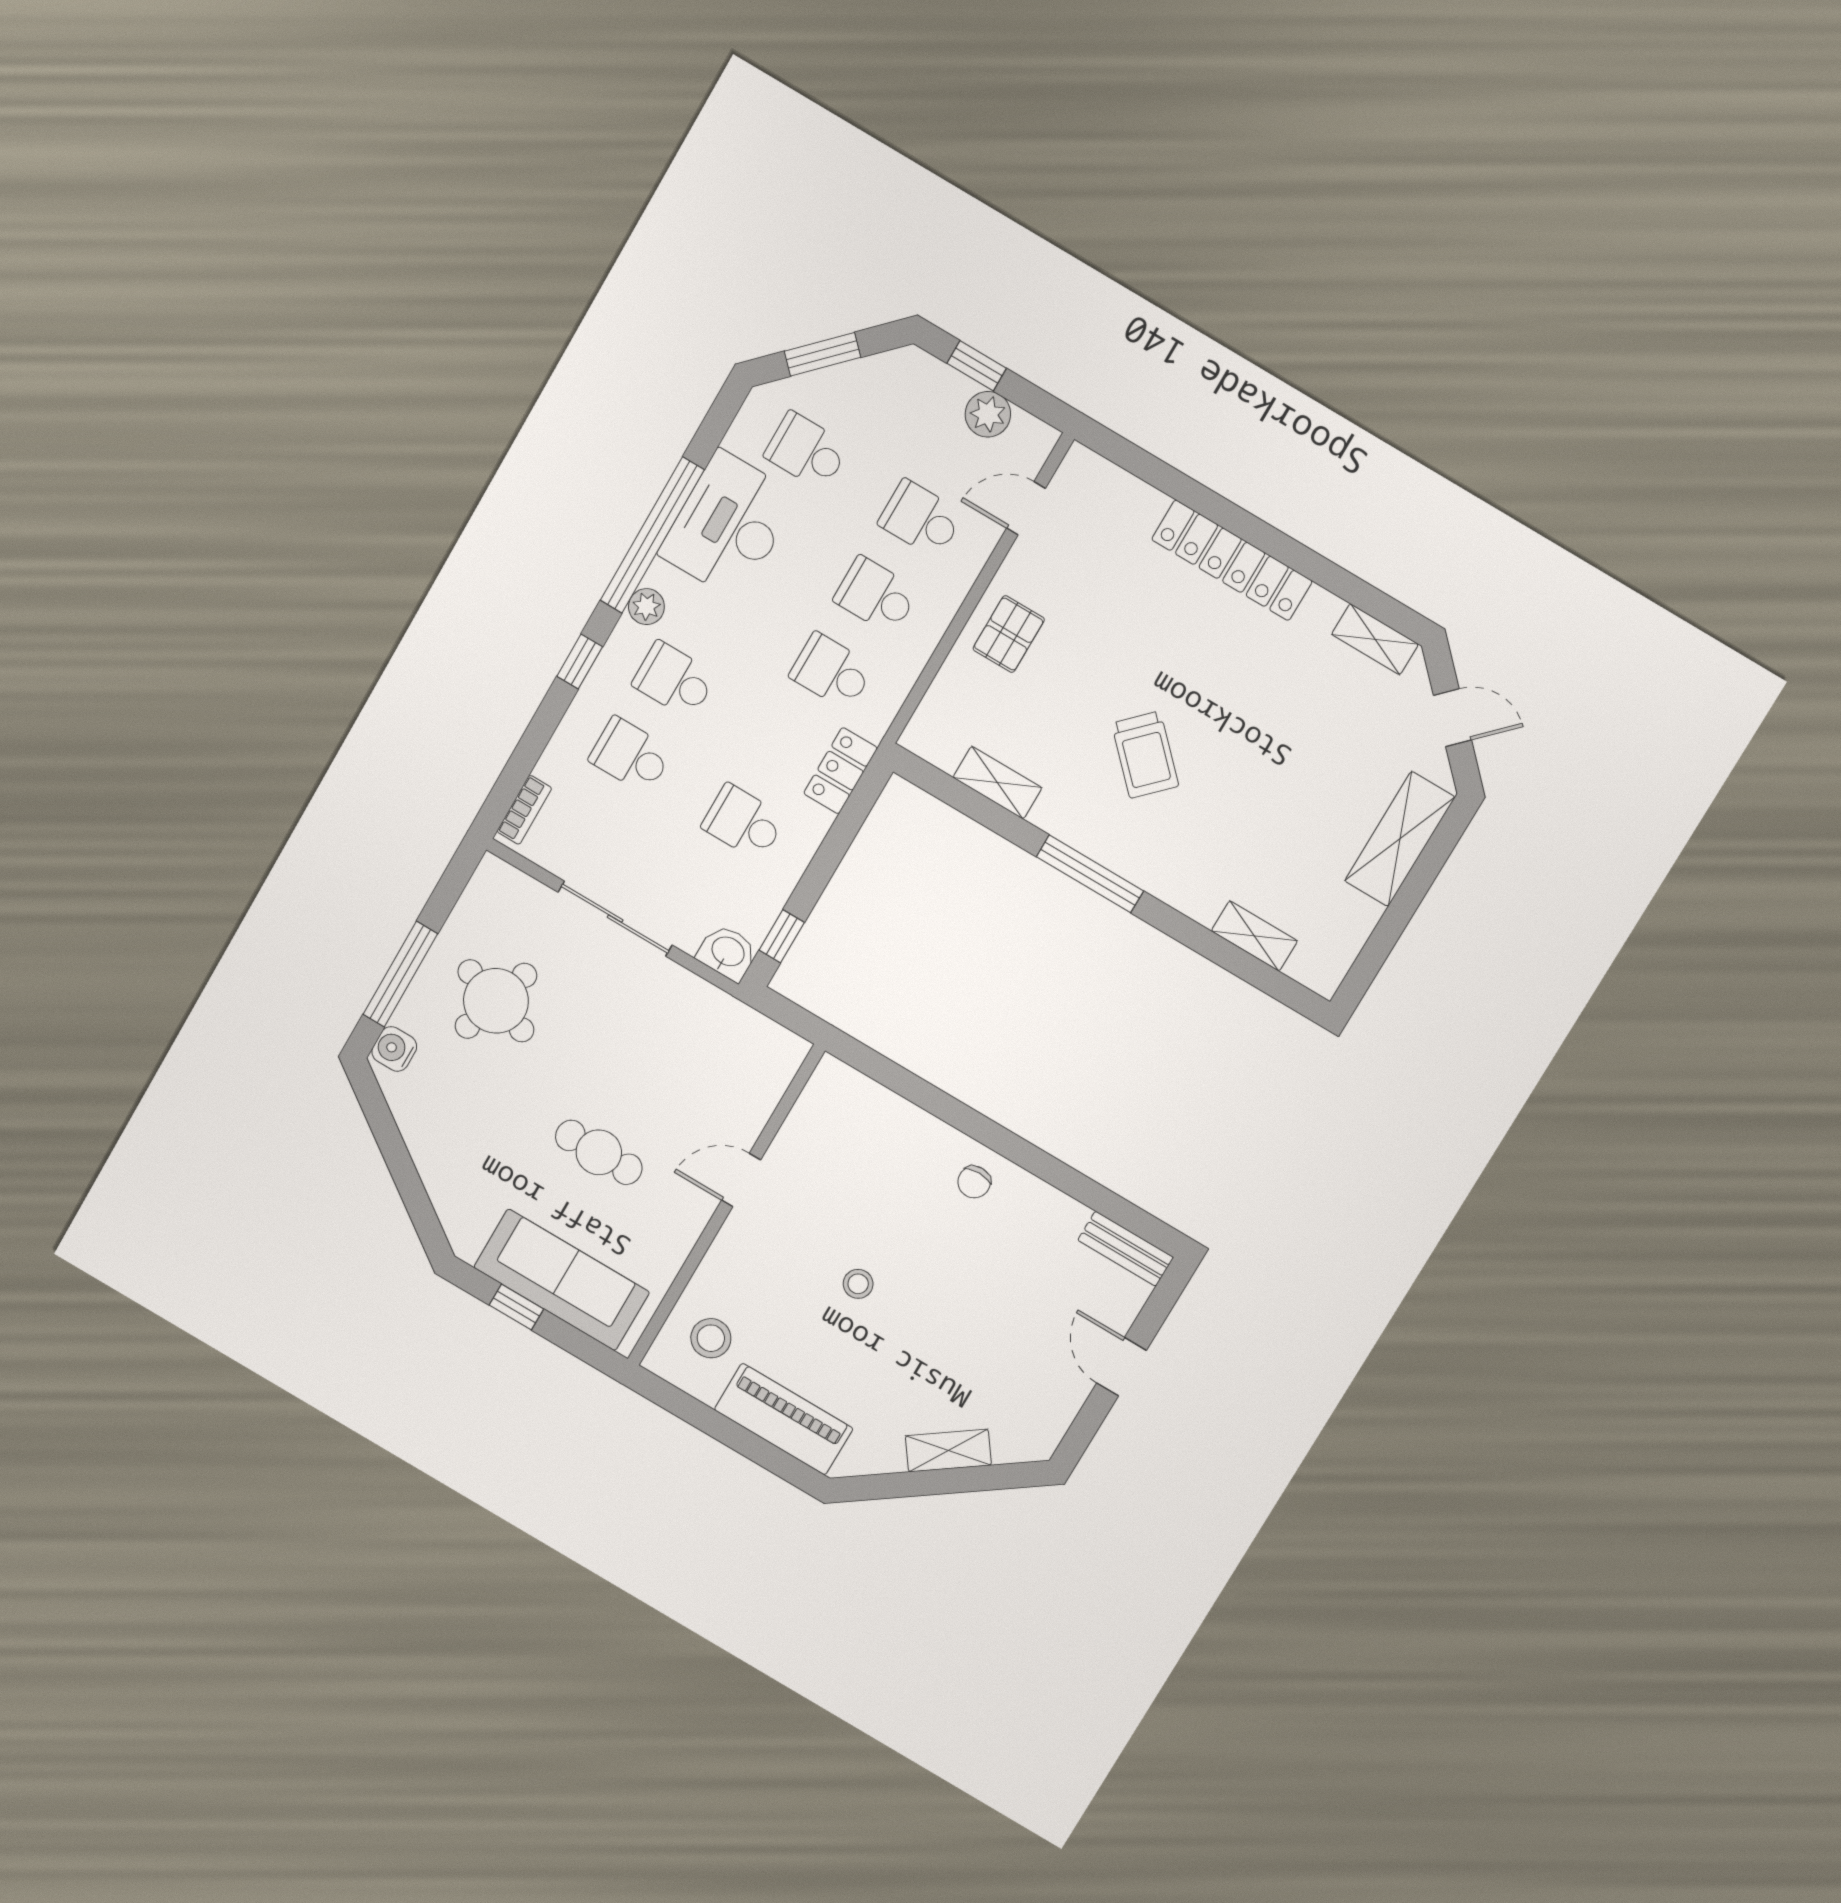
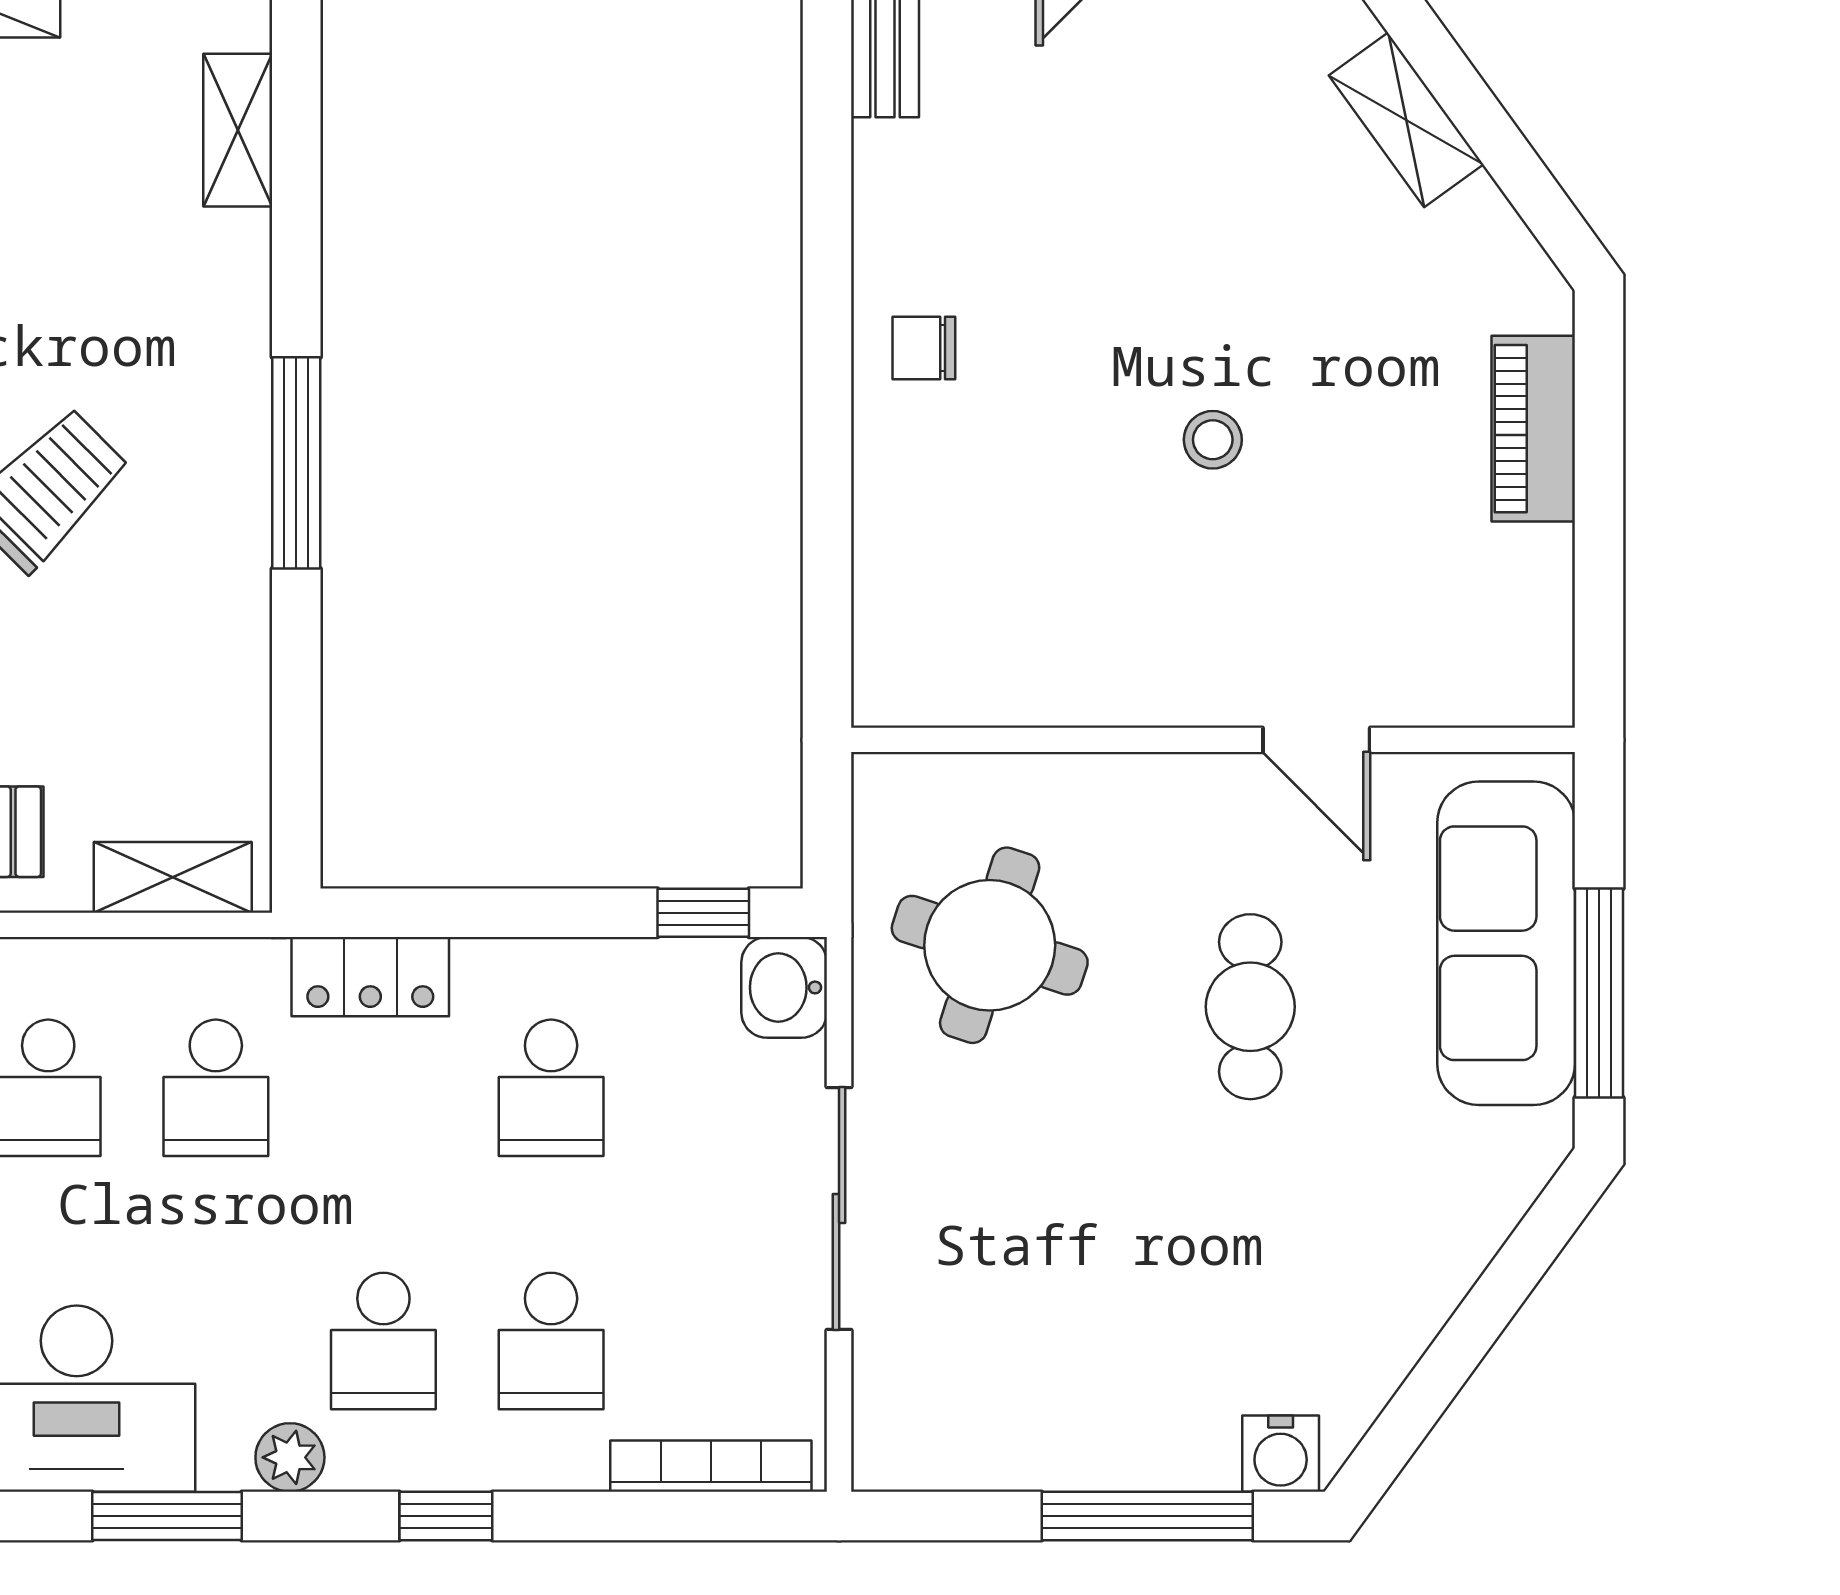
window: (652, 535) -> (167, 1516), width x0.47
shelving: (997, 783) -> (173, 877), moved, turned 90
bookcase: (524, 810) -> (711, 1466), width x1.56
round table: (496, 1001) -> (990, 945), moved
door: (741, 1180) -> (1316, 740), moved
chair: (974, 1182) -> (924, 348), turned 180
window: (516, 1307) -> (1599, 993), width x2.17
stool: (711, 1338) -> (1455, 633), removed
piano: (784, 1419) -> (1533, 429), width x0.73, depth x0.75

